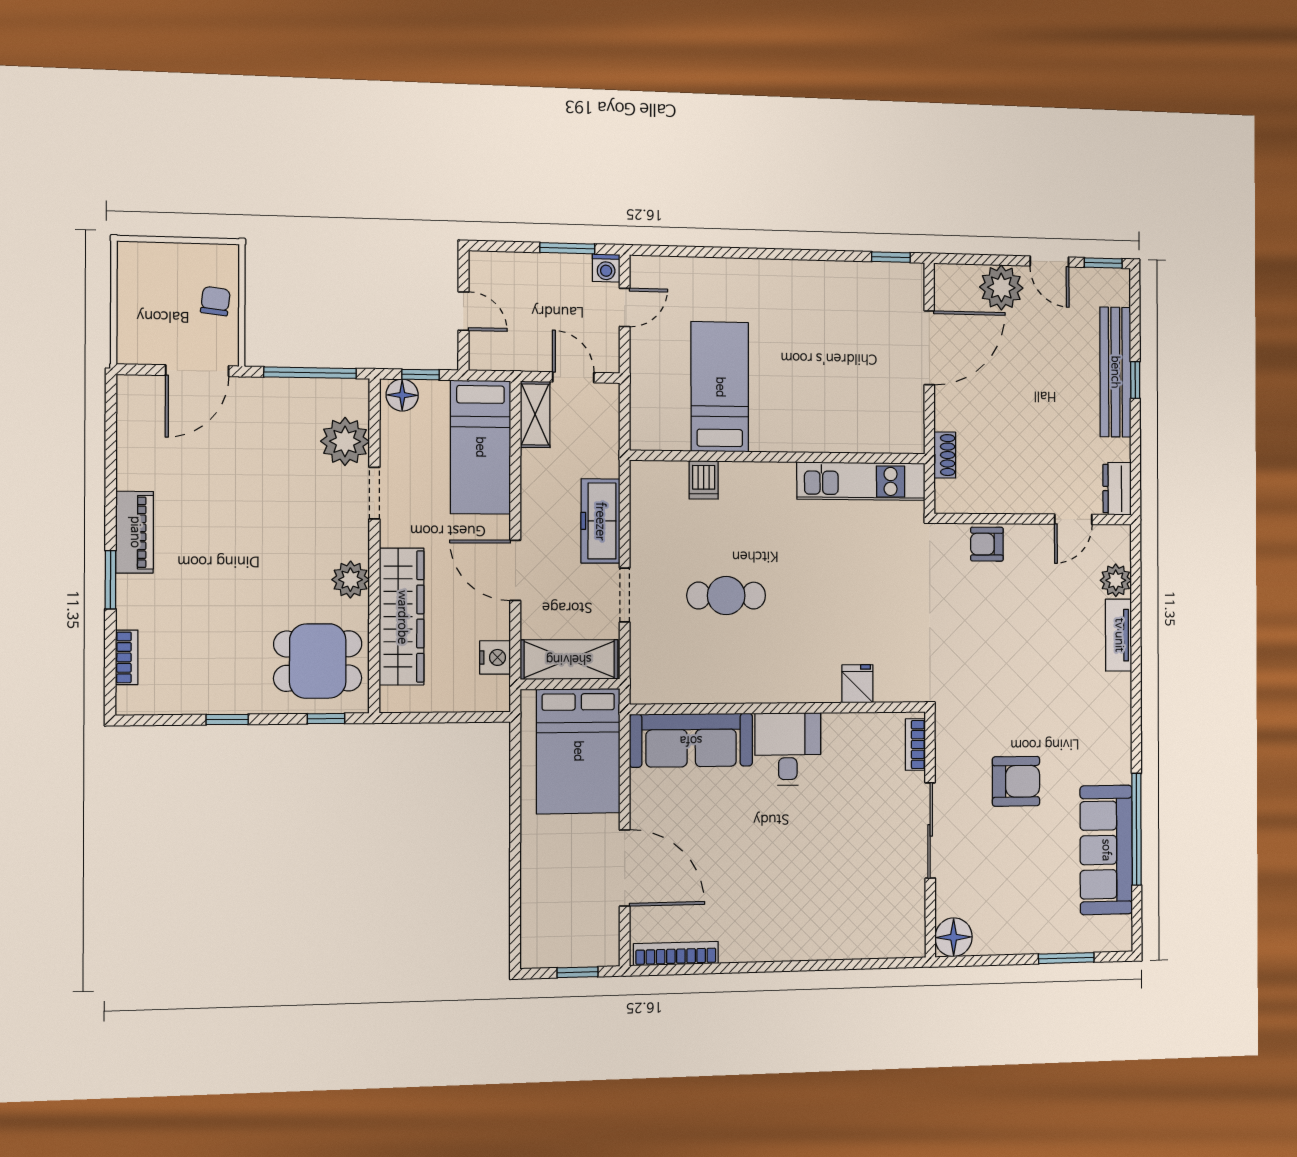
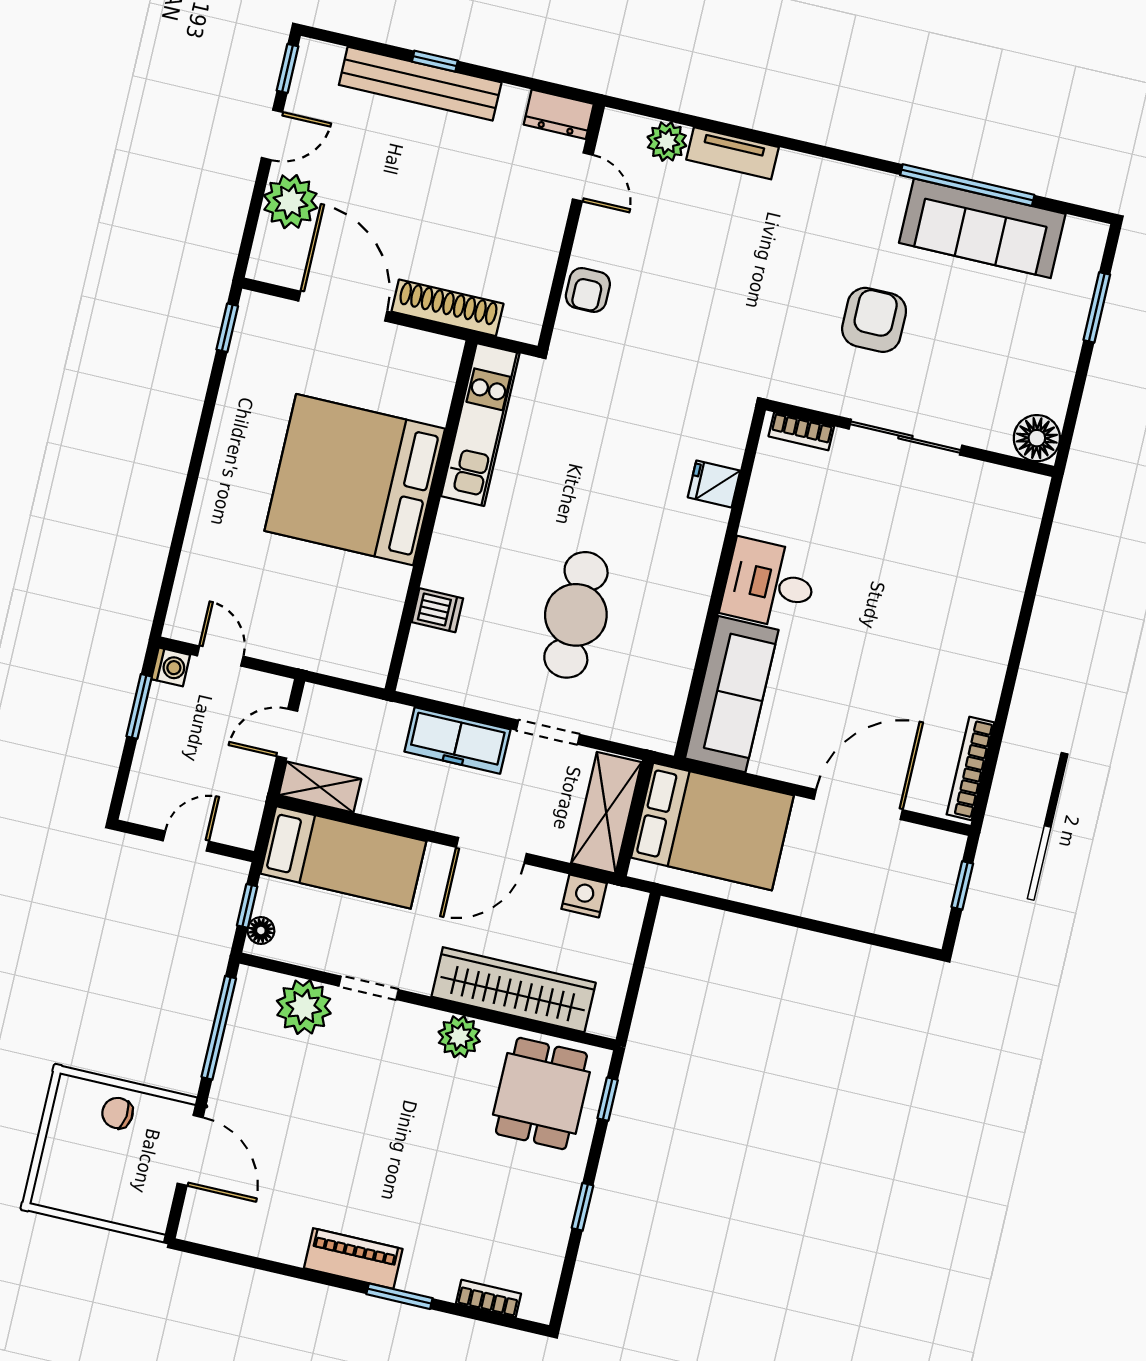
bed: (720, 387) -> (355, 480), moved, width x2.04
floor lamp: (402, 395) -> (261, 931), width x0.73, depth x0.73
shoe rack: (945, 455) -> (447, 308), width x1.94, depth x1.24
cafe table: (726, 596) -> (576, 615), width x1.37, depth x1.35

